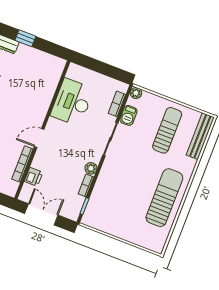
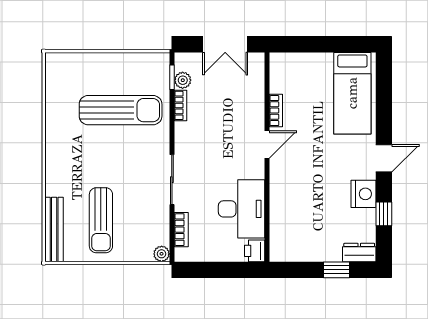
barbecue: (128, 115) -> (160, 220), removed
bookcase: (22, 164) -> (276, 111), width x0.64
plant: (91, 168) -> (183, 80), moved
printer: (34, 177) -> (255, 251), moved
sun lounger: (164, 198) -> (121, 110), moved, turned -90

